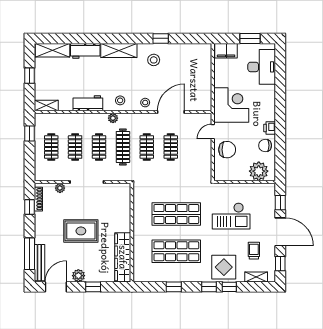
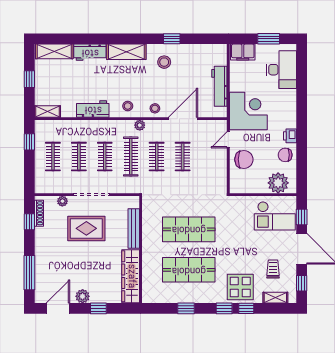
workbench: (205, 82) -> (219, 86), added
plant: (113, 118) -> (140, 125), moved
checkout: (231, 216) -> (275, 216), moved
rug: (81, 231) -> (86, 228), moved
bench: (39, 263) -> (134, 229), moved

